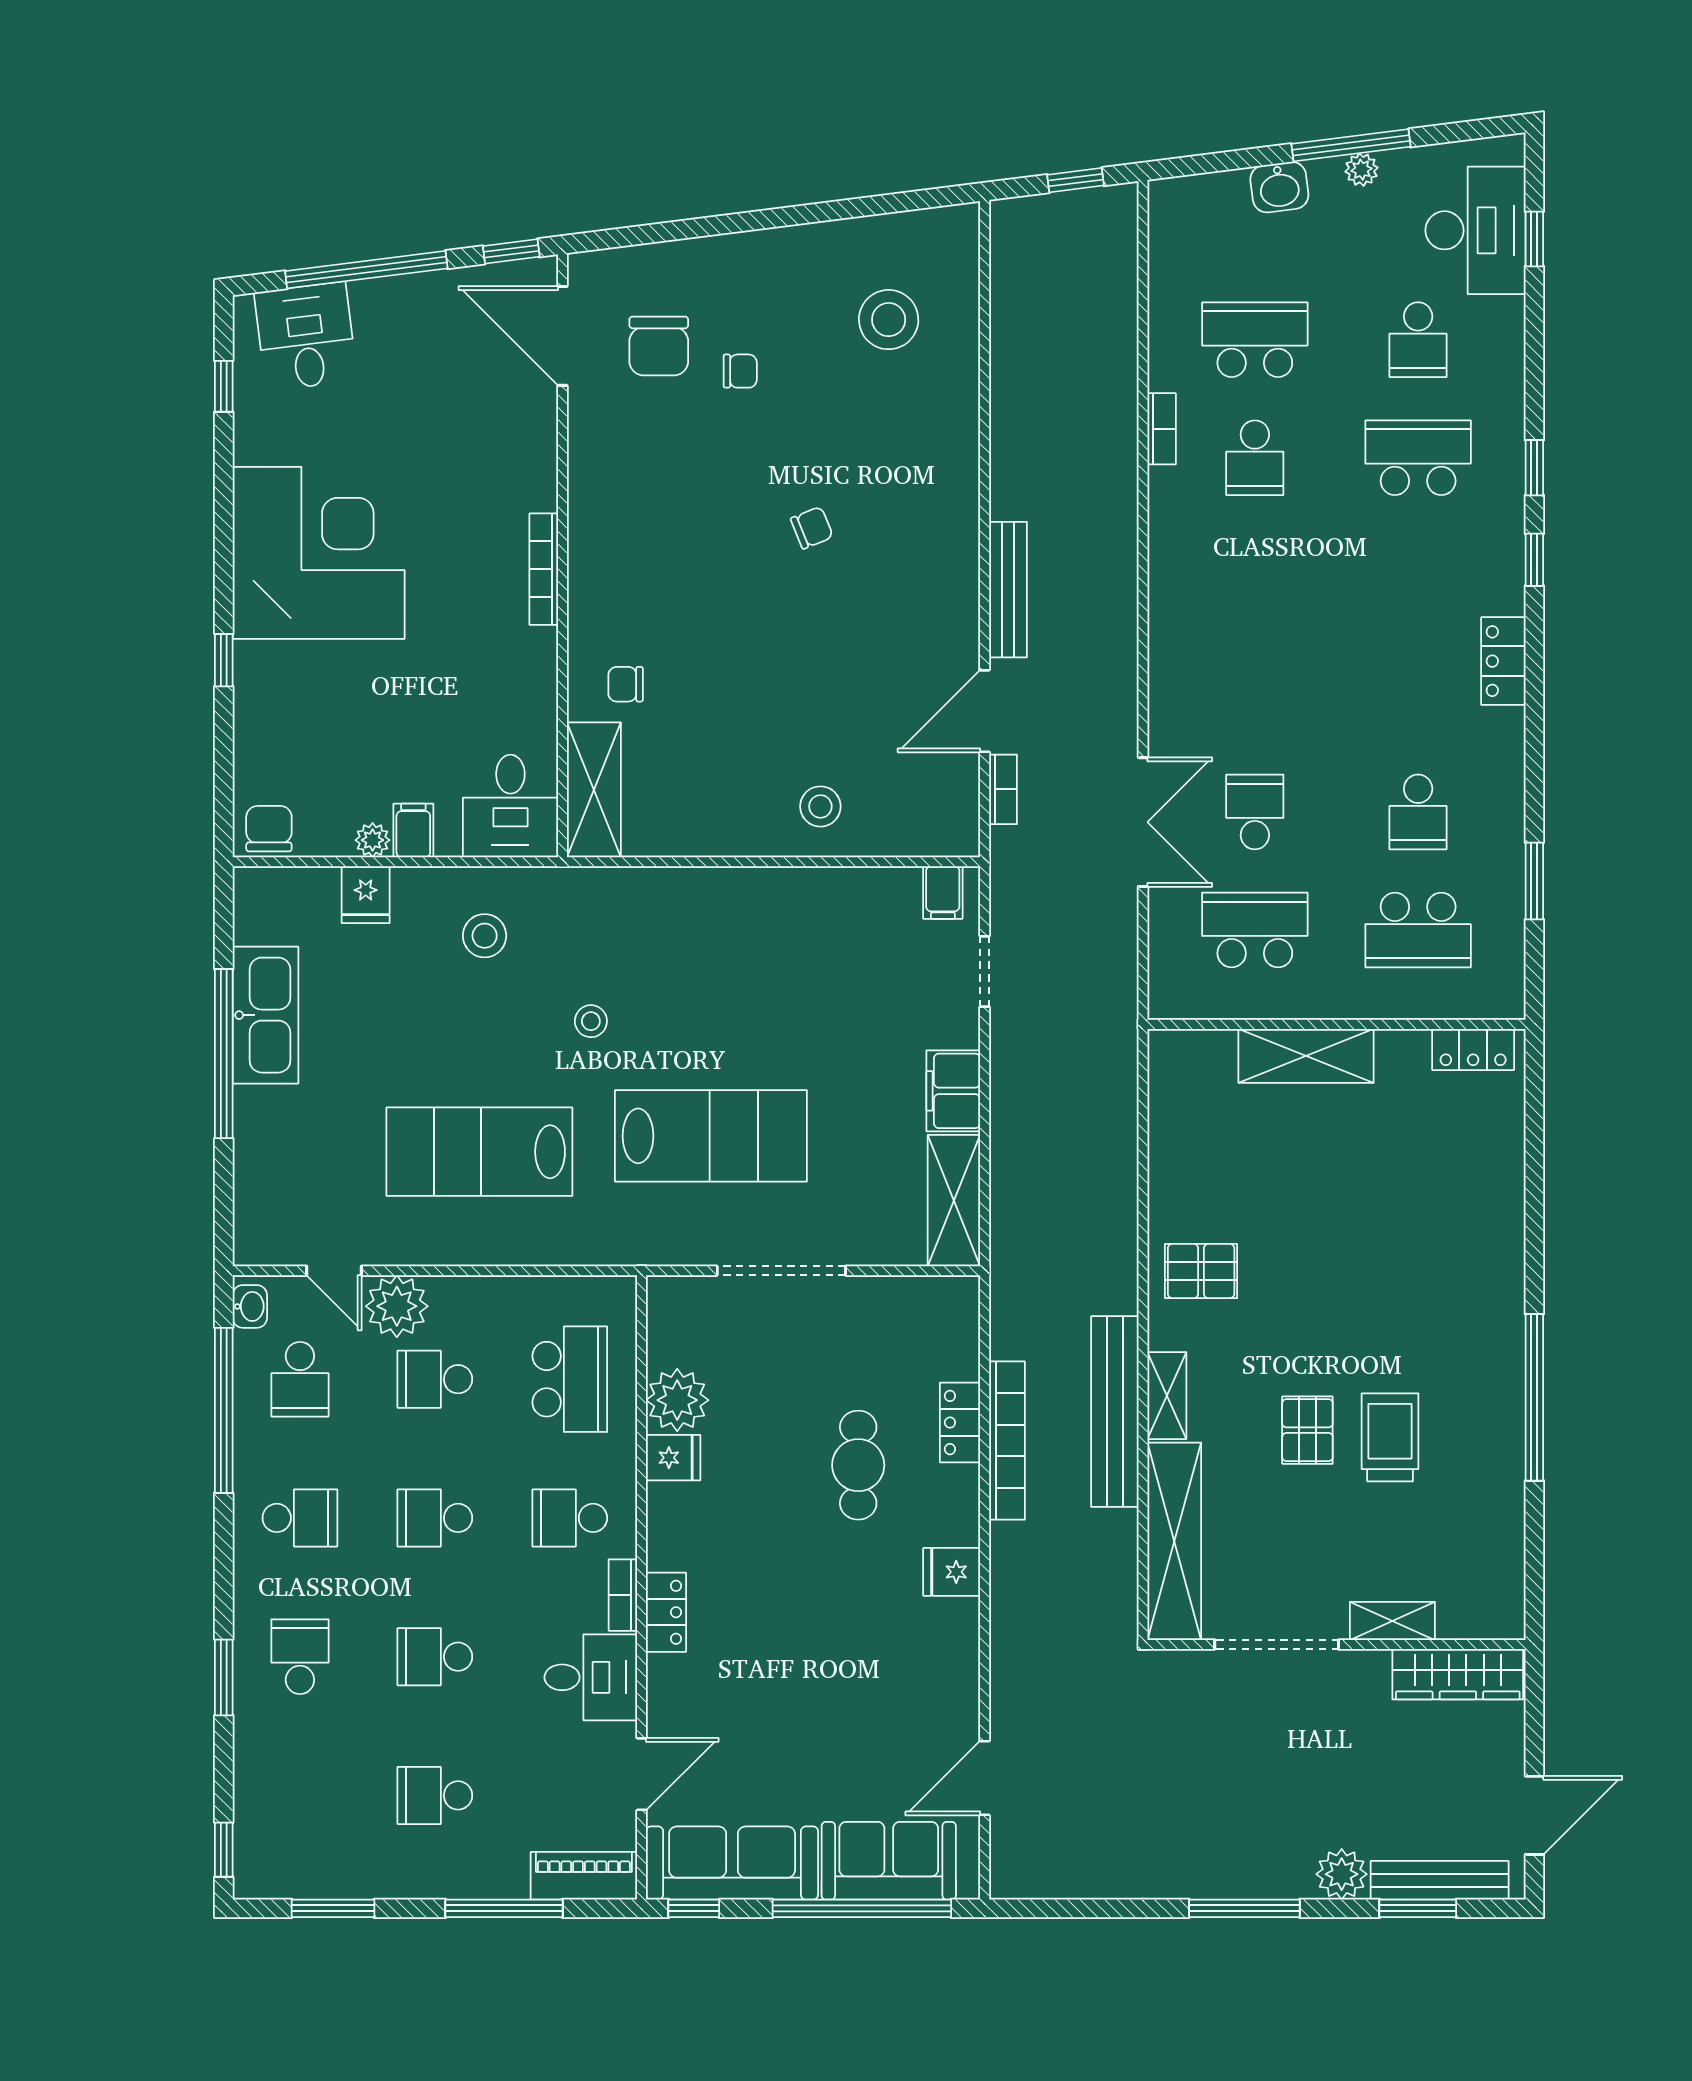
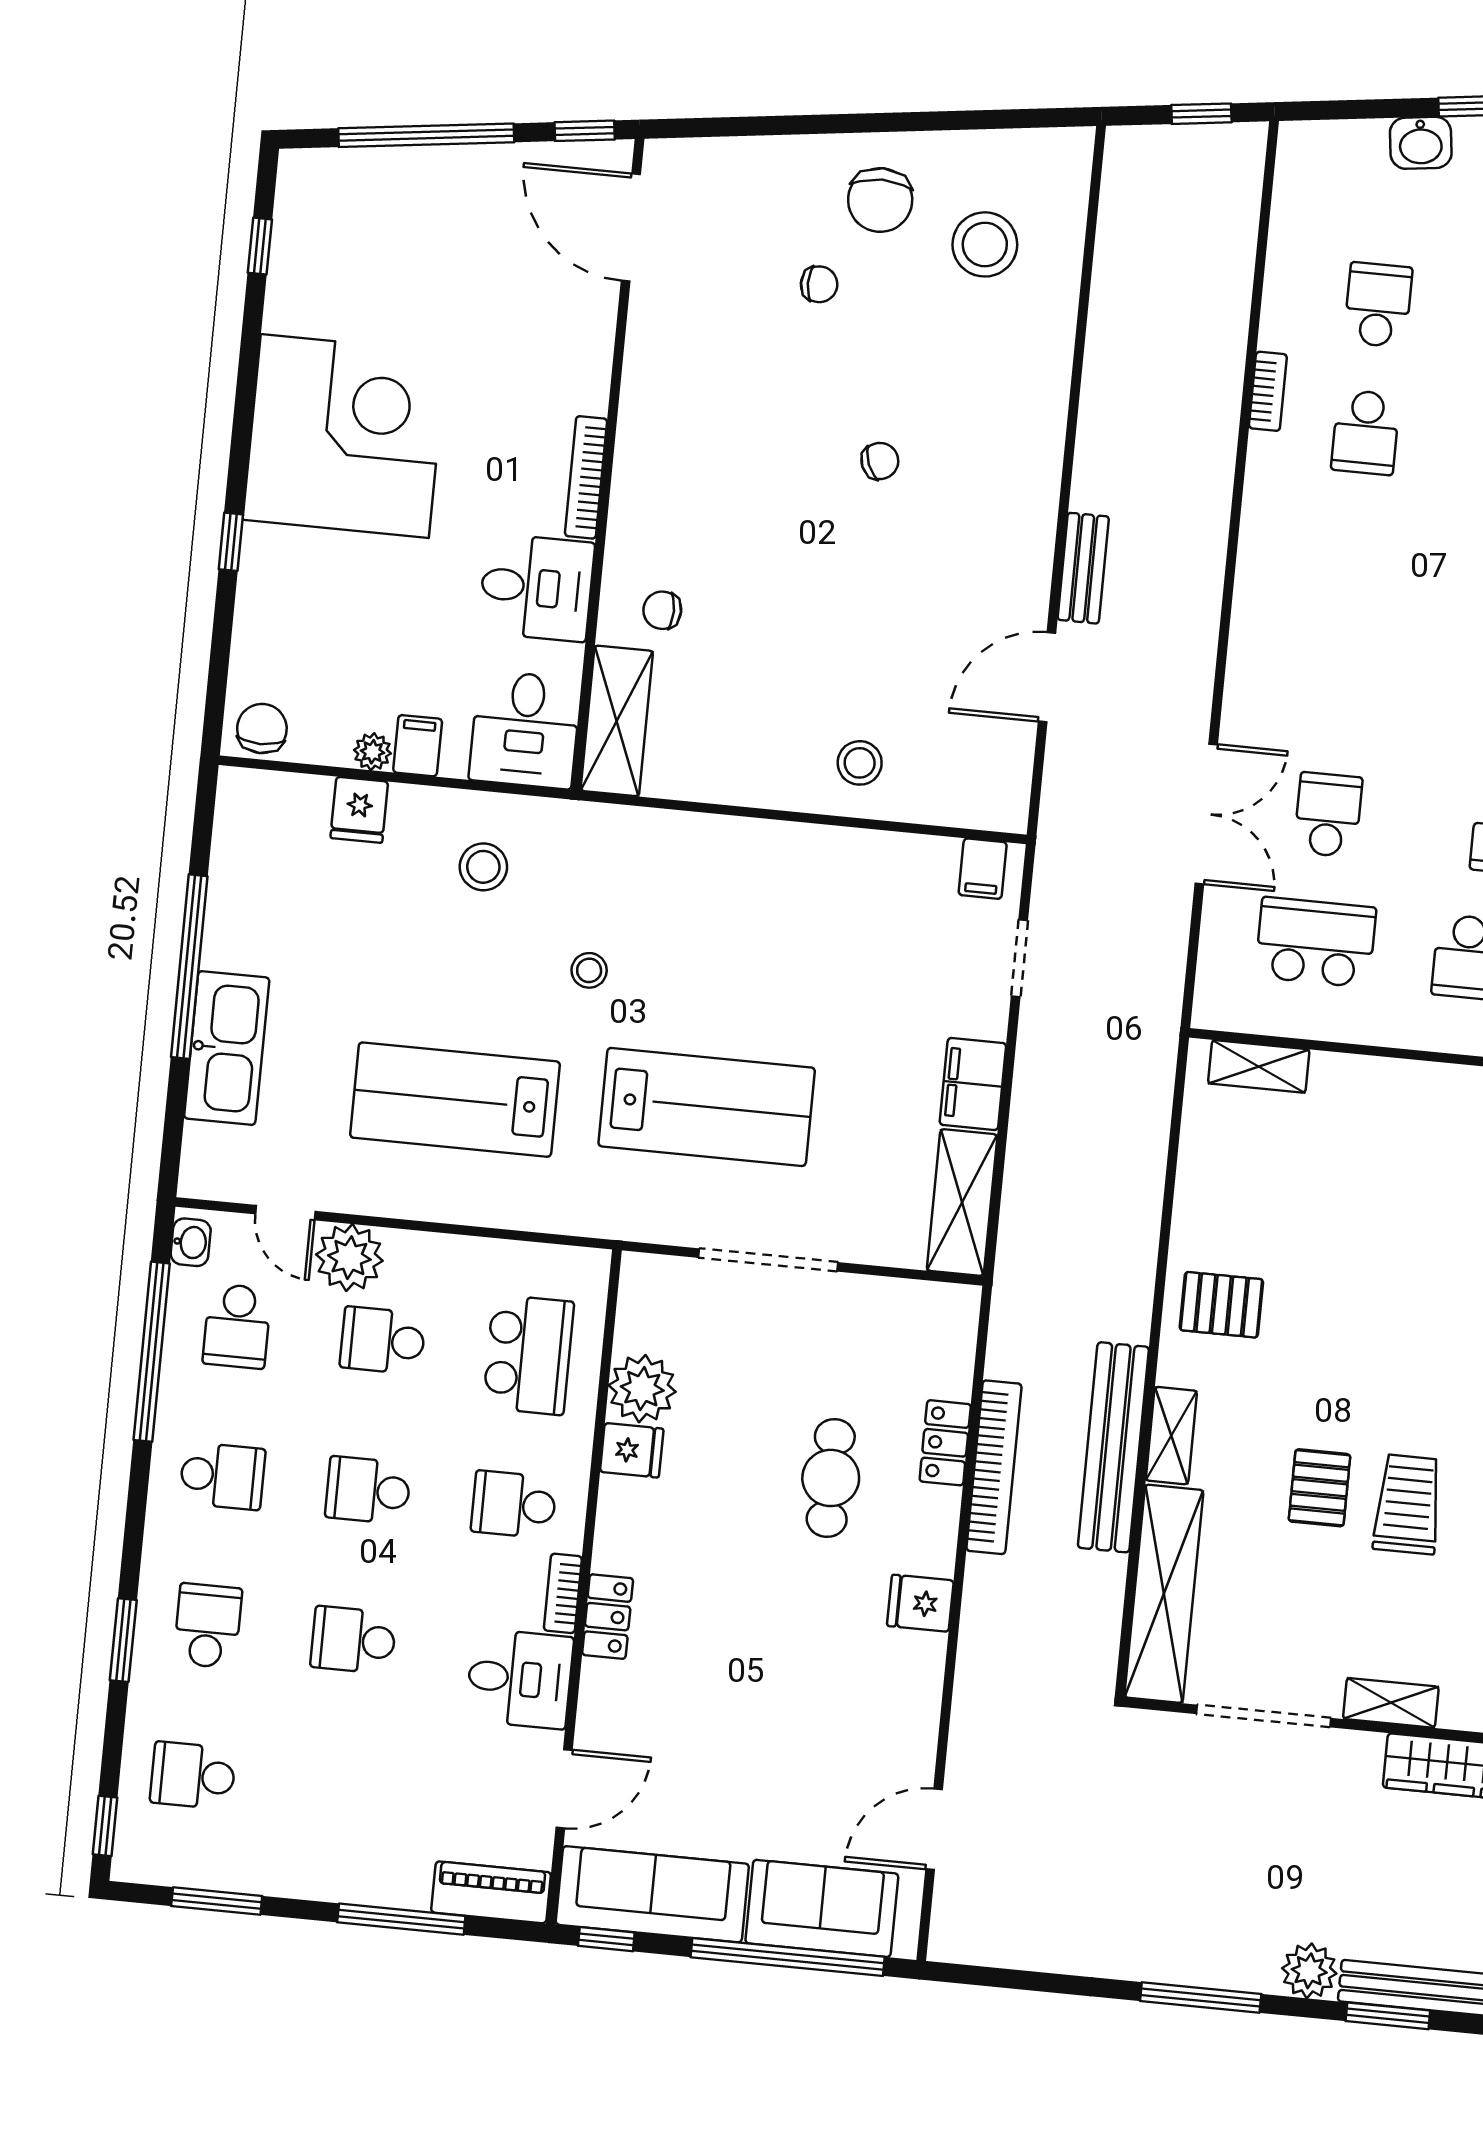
desk: (306, 336) -> (536, 588), moved, turned 97
school desk: (1255, 340) -> (1378, 305), width x0.54
chair: (659, 346) -> (880, 200), moved
bench: (1008, 590) -> (1083, 568), width x0.73
bookcase: (1003, 789) -> (1059, 764), removed
kitchen sink: (265, 1015) -> (227, 1048), moved
shelving: (1306, 1056) -> (1259, 1066), moved, width x0.67, depth x0.75
school desk: (435, 1795) -> (193, 1776), moved

